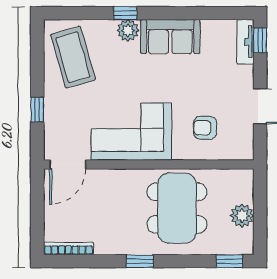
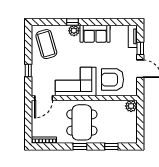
window: (260, 40) -> (140, 48), moved
armchair: (205, 128) -> (113, 80), width x1.88, depth x1.88
dining table: (177, 208) -> (82, 122), moved
plant: (242, 216) -> (131, 106), moved
window: (229, 261) -> (111, 147), moved

